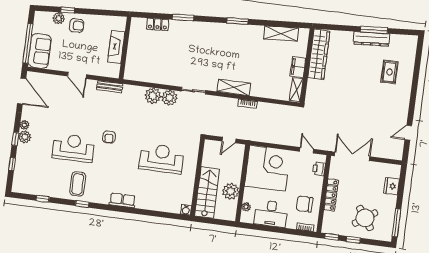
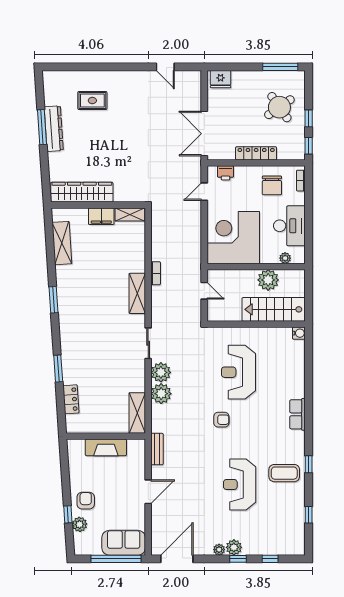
shelving: (140, 75) -> (137, 413), added
armchair: (109, 137) -> (221, 420), moved
fridge: (392, 186) -> (221, 79), moved

